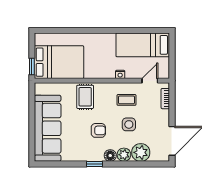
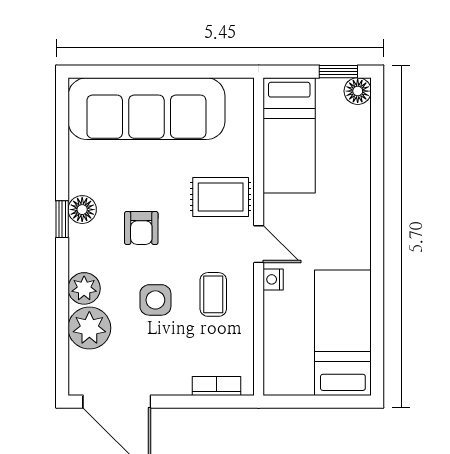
floor lamp: (40, 39) -> (358, 91), added
bed: (59, 62) -> (289, 135), width x0.67
window: (32, 67) -> (338, 72), moved
door: (150, 81) -> (259, 244), moved
floor lamp: (110, 156) -> (82, 210), moved

